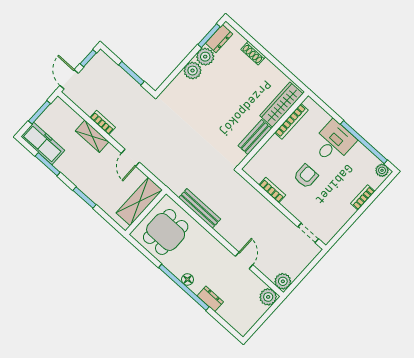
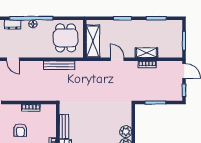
freezer: (43, 143) -> (168, 26), removed

